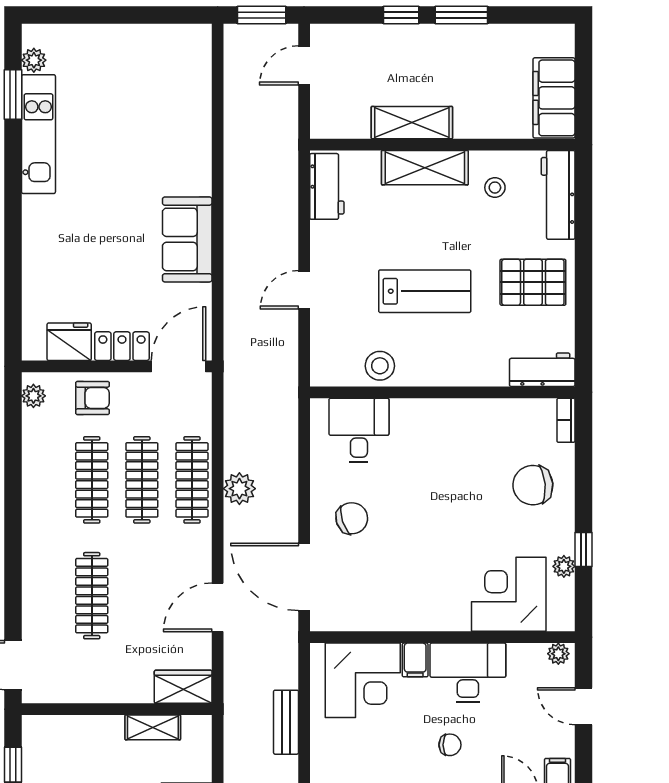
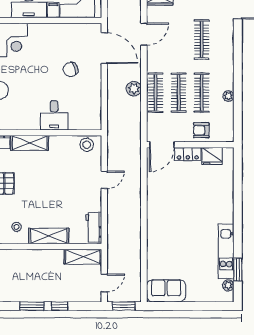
shelving: (412, 123) -> (83, 257), moved
sofa: (187, 239) -> (166, 291), moved, turned -90
lab bench: (425, 291) -> (49, 179), removed
stool: (380, 366) -> (87, 145), moved
shelving: (467, 370) -> (30, 143), added
plant: (33, 396) -> (228, 96), moved
desk: (359, 430) -> (54, 115), moved
chair: (352, 518) -> (71, 69), moved

